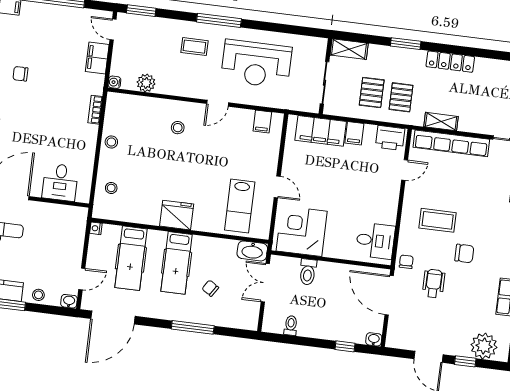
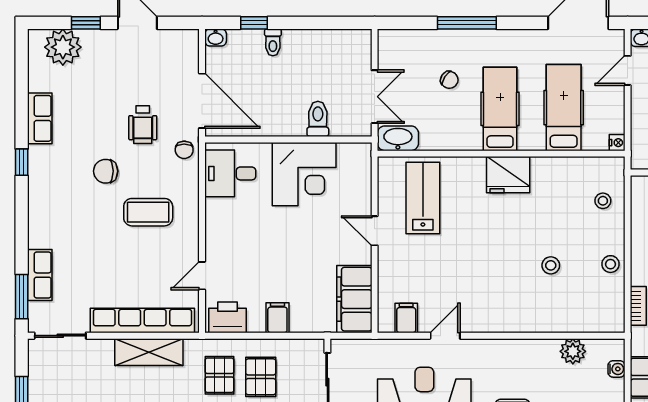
water cooler: (114, 82) -> (616, 369), moved
door: (218, 103) -> (445, 336), moved
shelving: (441, 122) -> (149, 352), width x1.50, depth x1.33
stool: (178, 128) -> (551, 265), moved
filing cabinet: (321, 131) -> (354, 299), moved, turned -90
corner desk: (302, 231) -> (304, 174), moved
toilet: (291, 325) -> (273, 42), moved

